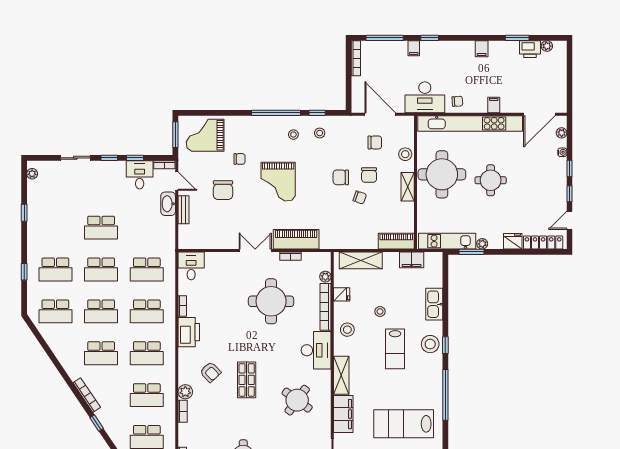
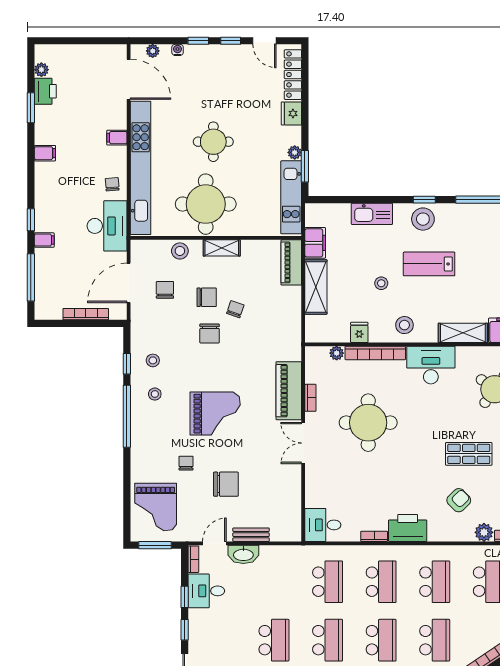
bookcase: (356, 58) -> (86, 314), moved
shelving: (361, 260) -> (316, 287), moved
lab bench: (395, 349) -> (429, 264), turned 180

